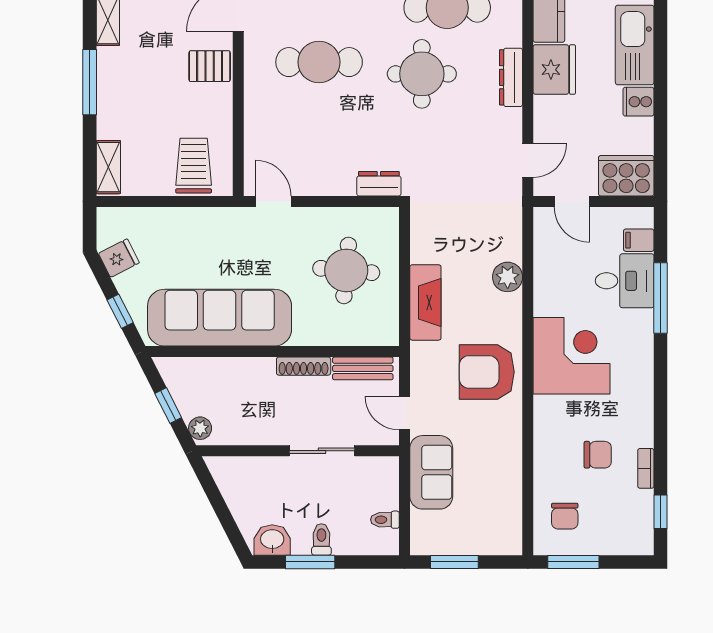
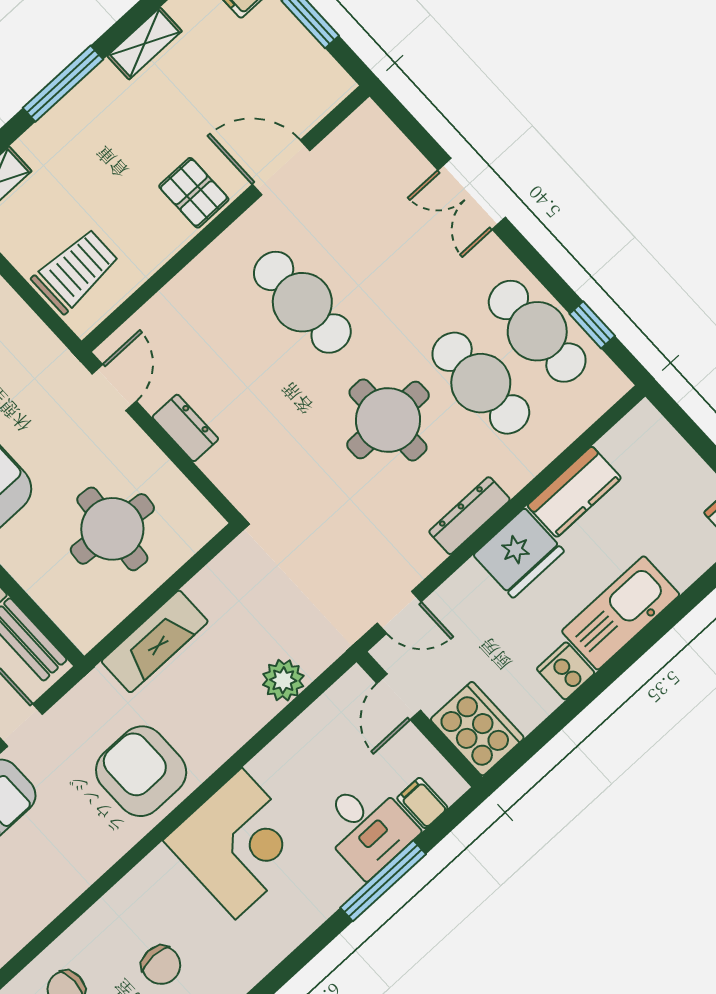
dresser: (379, 184) -> (185, 428), moved
plant: (508, 277) -> (283, 680), moved

